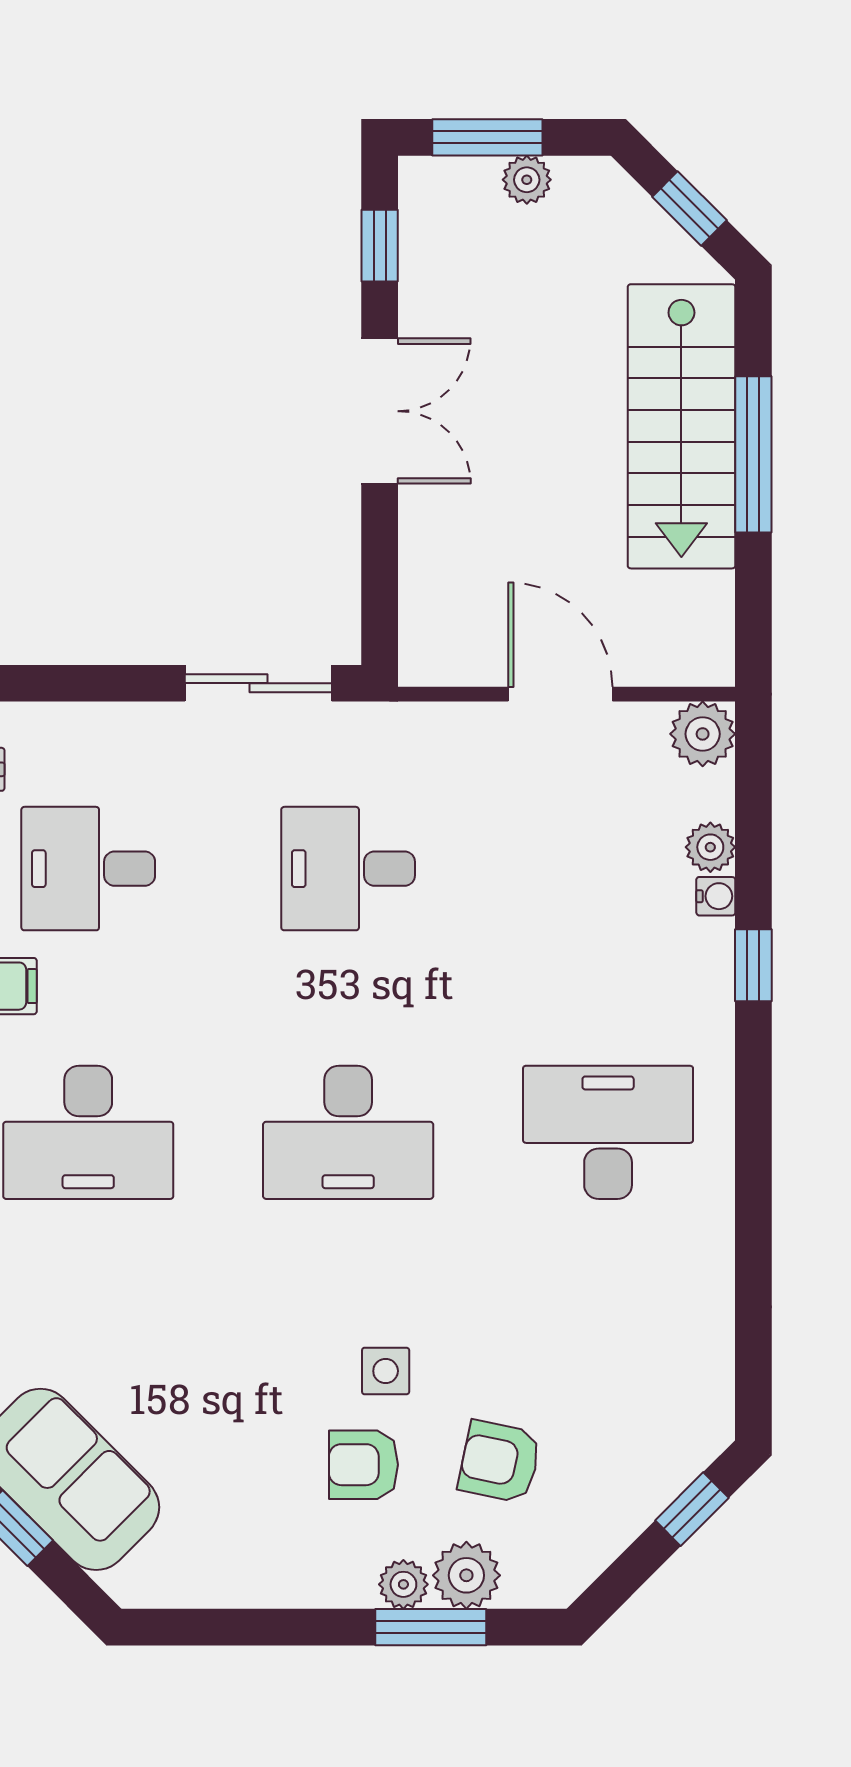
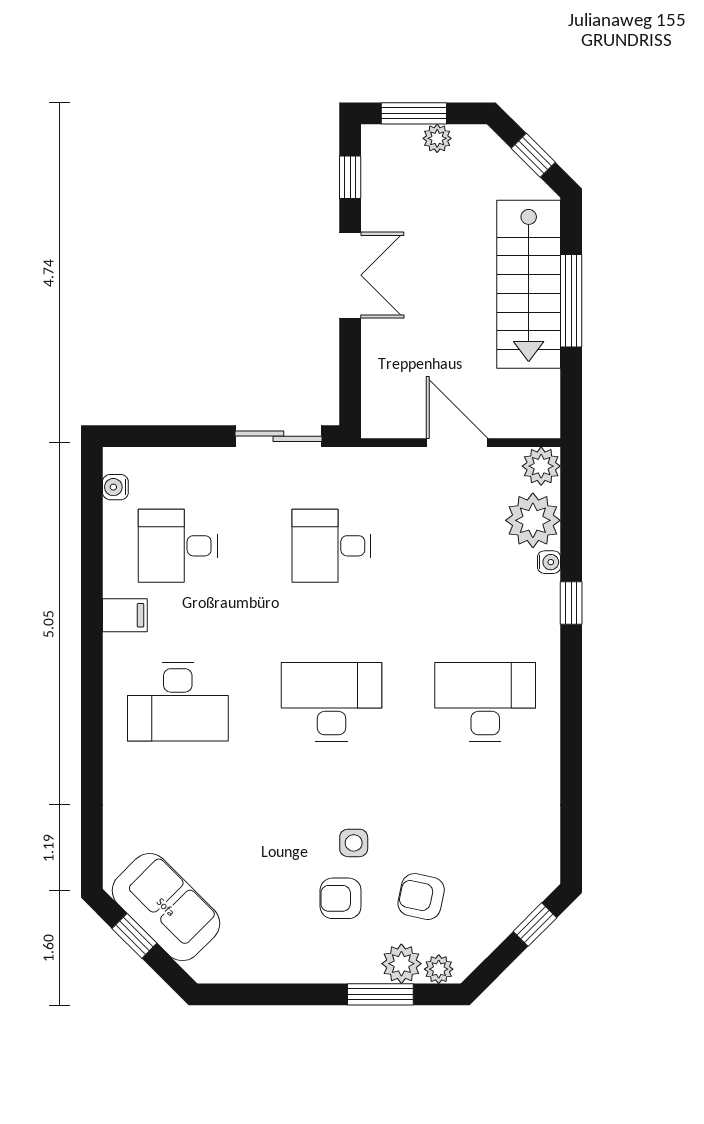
plant: (710, 847) -> (533, 520), width x1.87, depth x1.87
desk: (348, 1132) -> (332, 702), turned 180
plant: (403, 1584) -> (439, 969), moved

